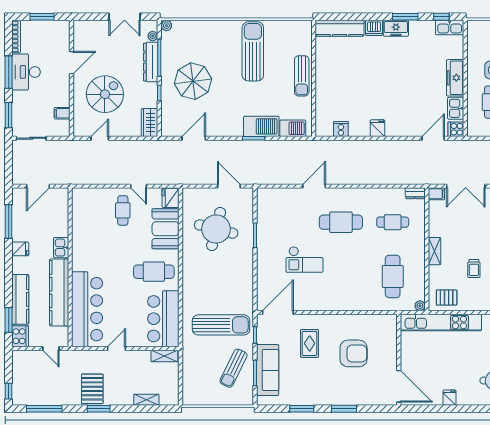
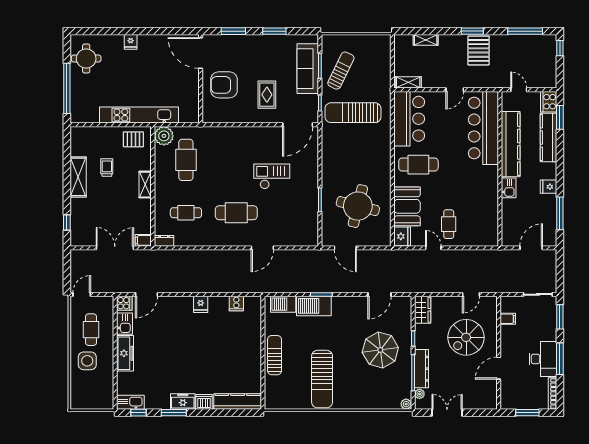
plant: (420, 306) -> (164, 136), width x1.88, depth x1.88
wall: (399, 360) -> (201, 79), moved
door: (399, 386) -> (201, 53), moved

